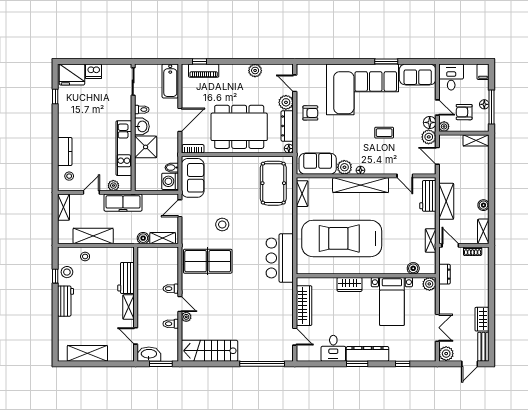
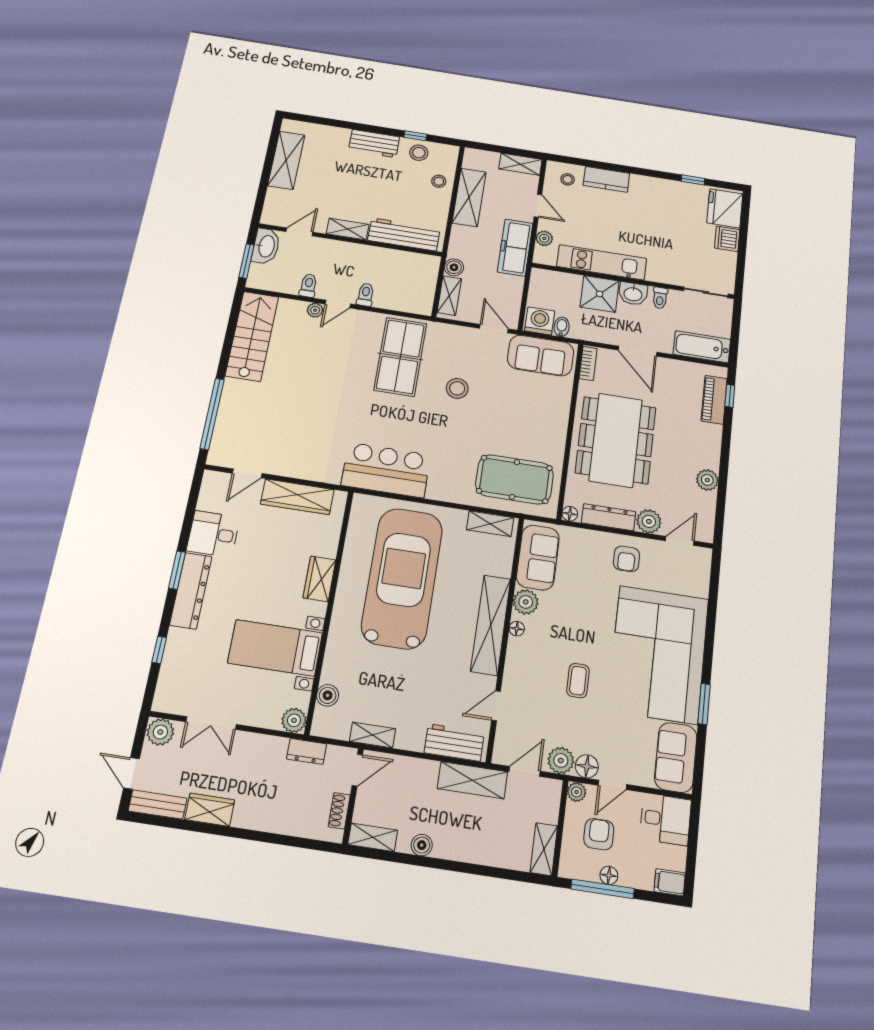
shelving: (446, 201) -> (472, 780), moved
workbench: (126, 278) -> (404, 234), width x1.38

